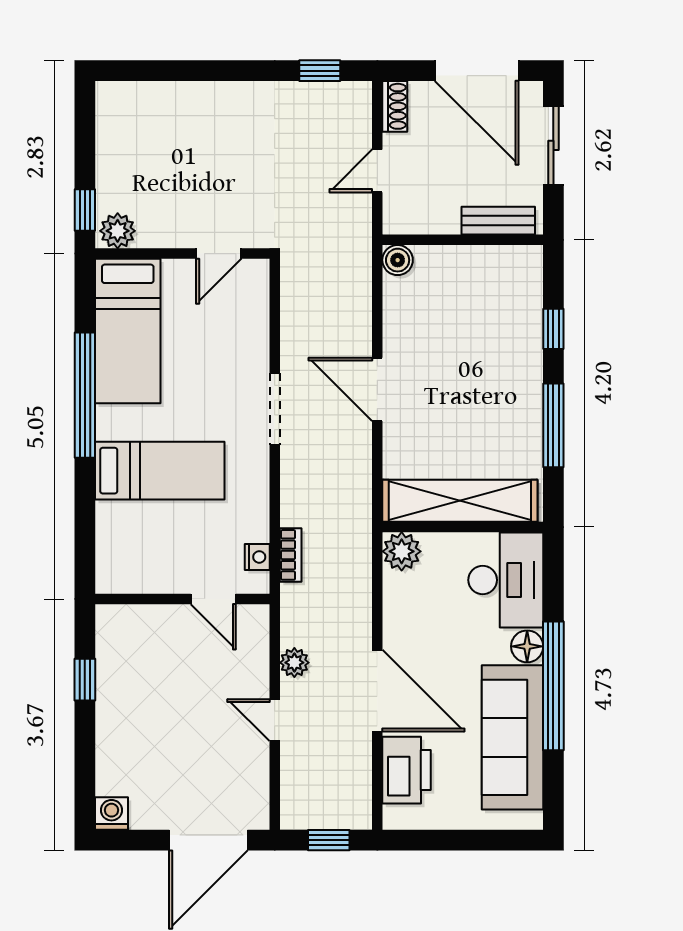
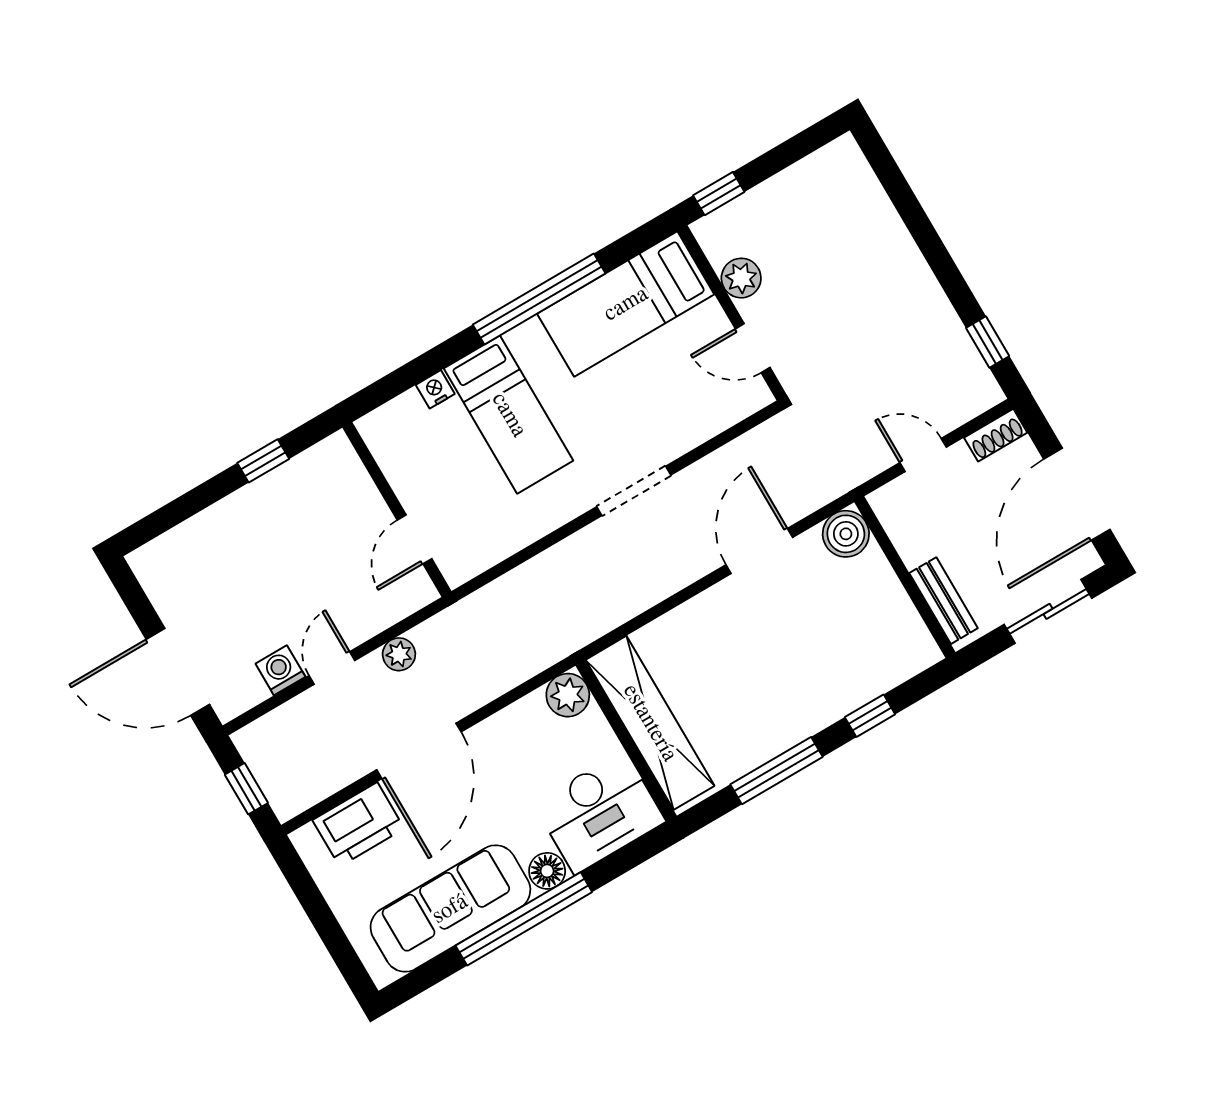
plant: (118, 231) -> (741, 278), moved
boiler: (398, 260) -> (846, 534), width x1.36, depth x1.36
door: (377, 389) -> (759, 551), moved
bookcase: (291, 555) -> (501, 589), removed
nightstand: (257, 557) -> (435, 389), moved, turned 180
washing machine: (111, 813) -> (280, 670), moved, turned -90

